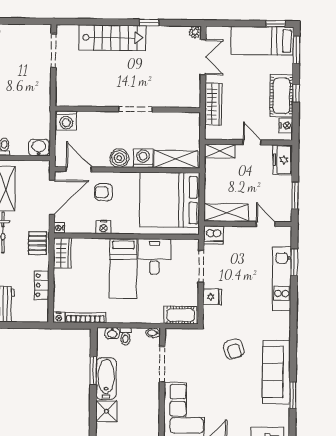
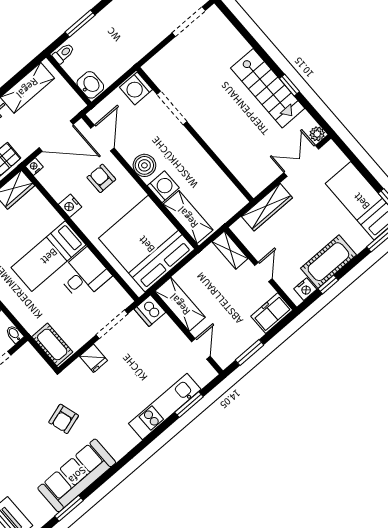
stairs: (112, 38) -> (268, 88), moved
double door: (203, 57) -> (301, 161), swing flipped
window: (296, 93) -> (328, 285), moved
doorway: (136, 109) -> (172, 108), moved

